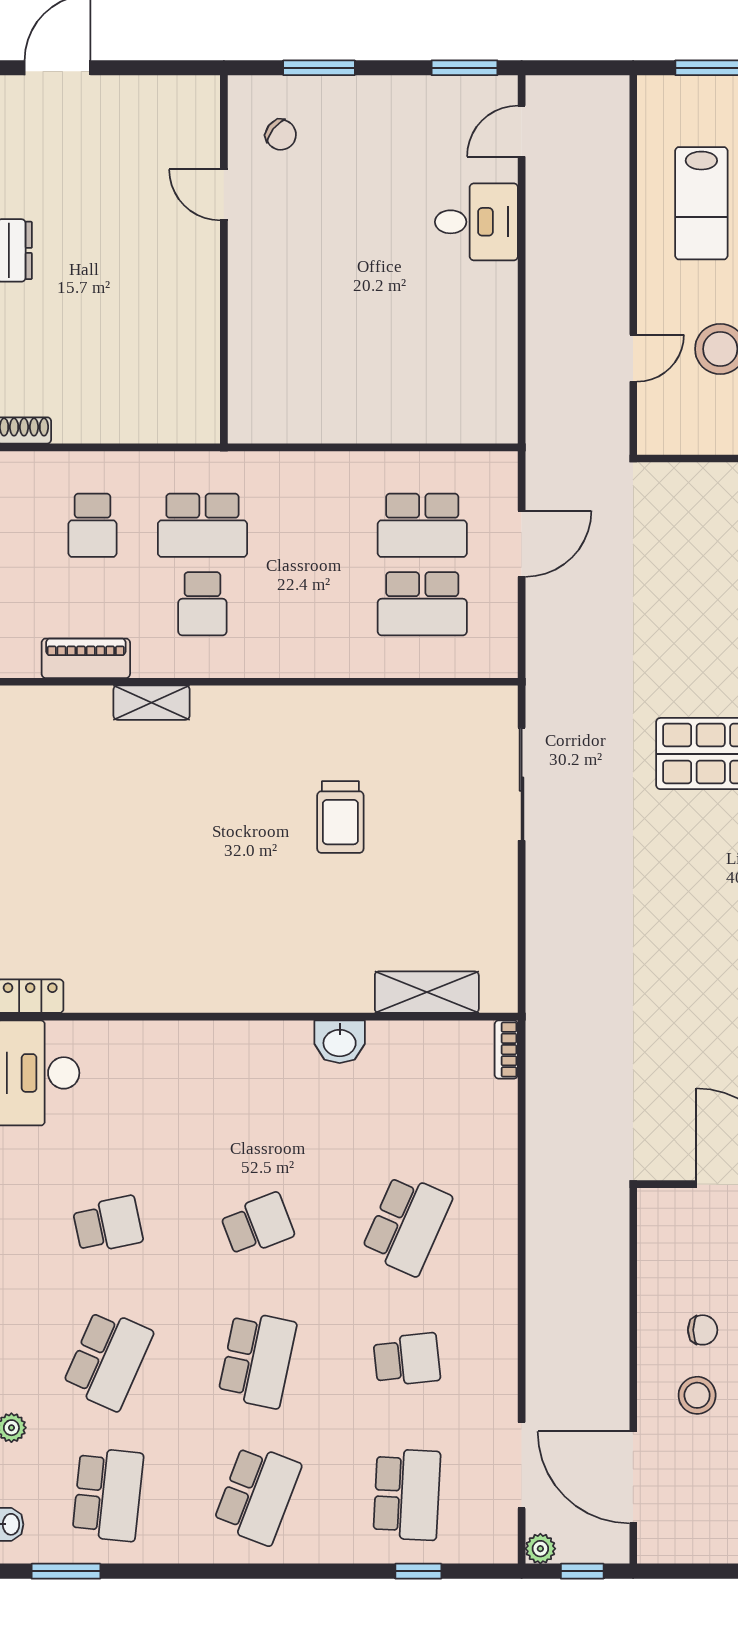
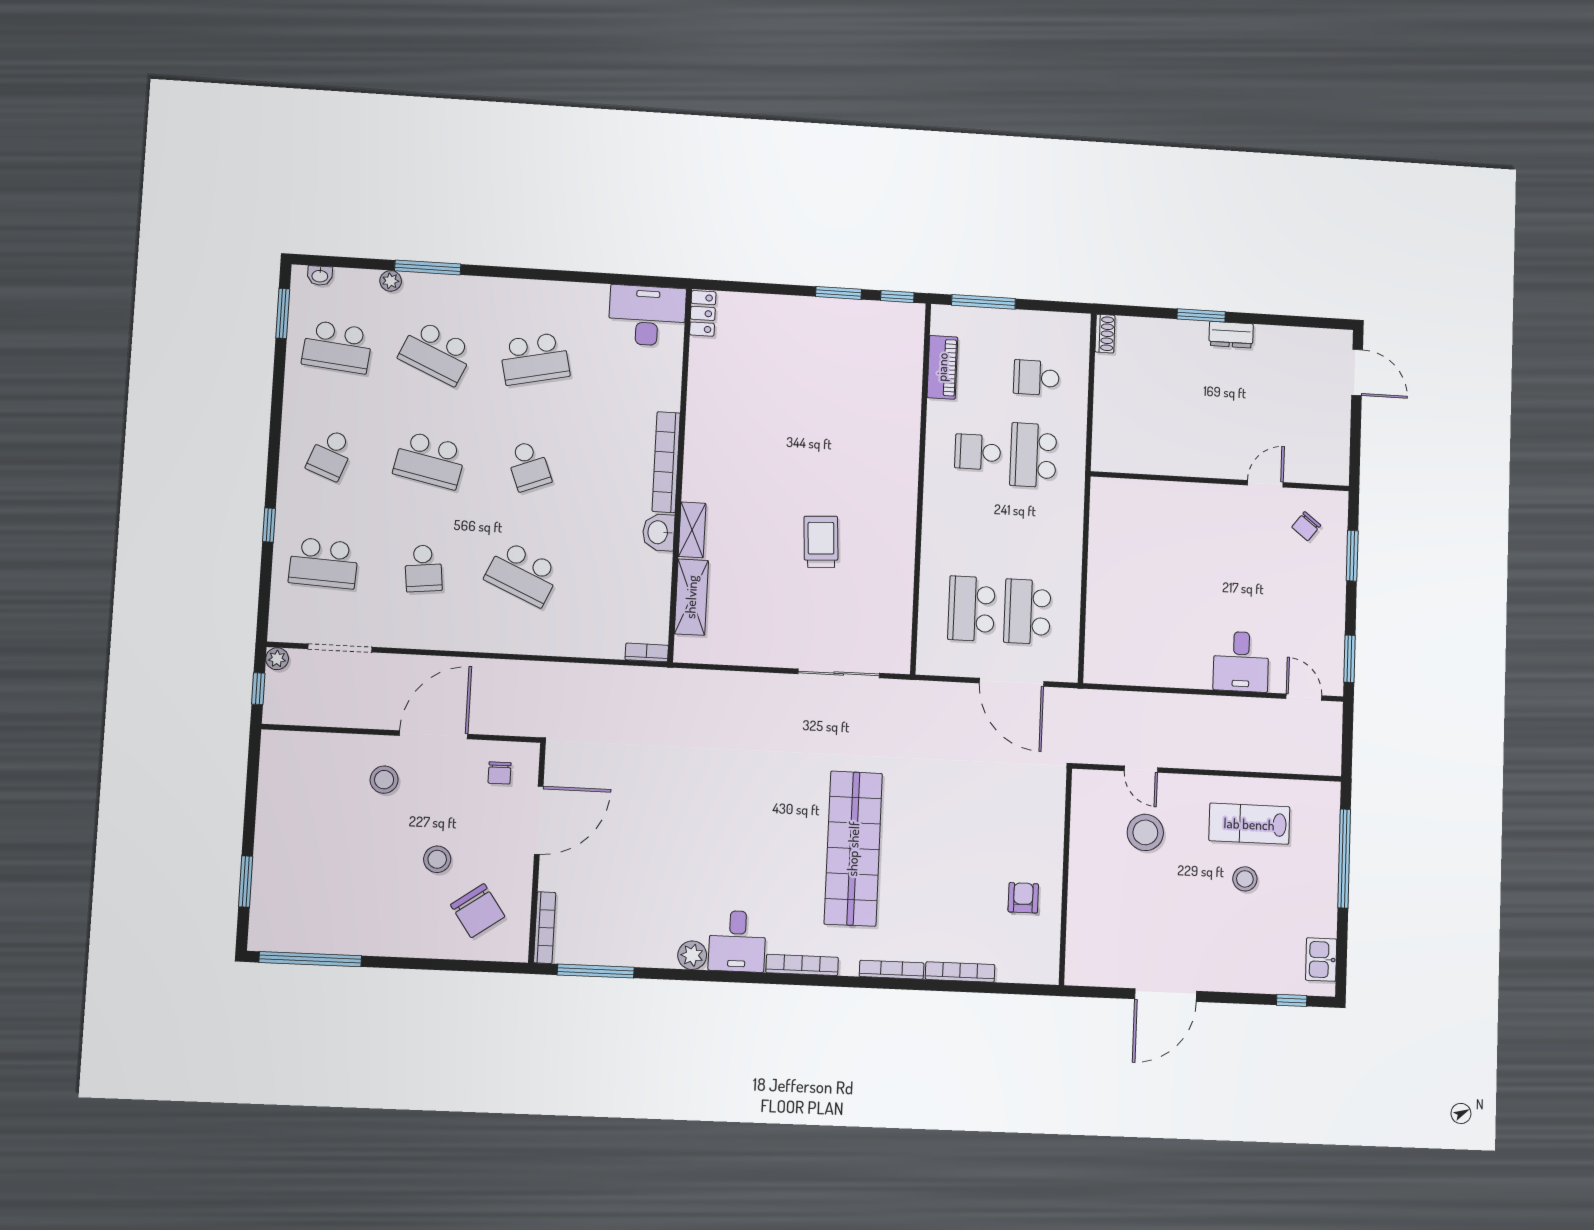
door: (522, 544) -> (1011, 682), width x1.36
shelving: (152, 703) -> (692, 530), moved
trolley: (340, 817) -> (821, 542), turned 87
bookcase: (242, 1036) -> (666, 462), added
school desk: (108, 1225) -> (535, 359), width x1.85
chair: (703, 1330) -> (500, 773), moved
door: (633, 1477) -> (434, 735), moved
school desk: (257, 1494) -> (331, 455), width x0.54
window: (418, 1571) -> (269, 525), moved

